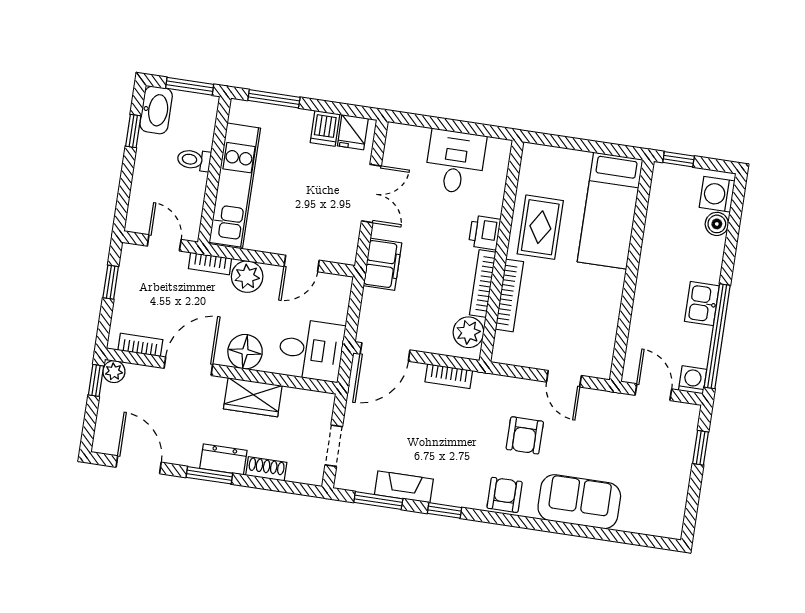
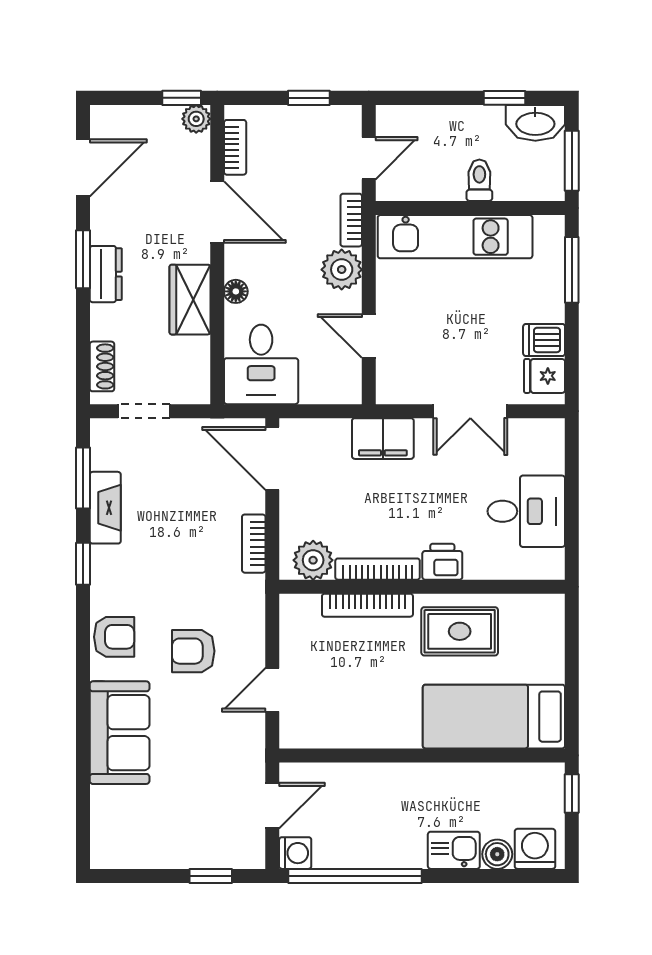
kitchen sink: (702, 304) -> (454, 850), moved
floor lamp: (245, 352) -> (236, 291), width x0.53, depth x0.53
shoe rack: (266, 469) -> (102, 366), moved

